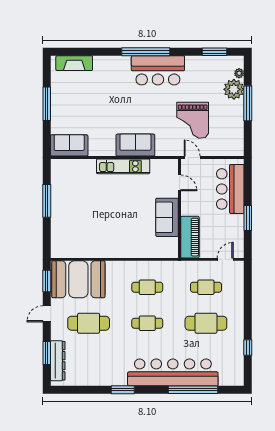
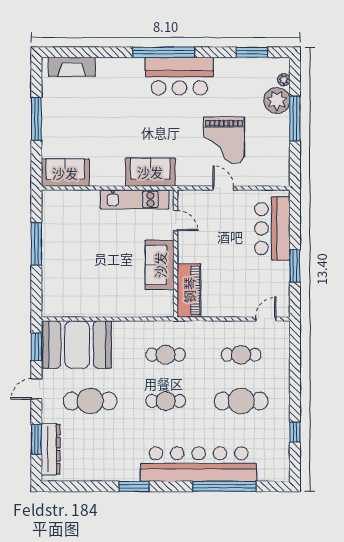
door: (179, 183) -> (176, 221), moved
wall: (179, 208) -> (176, 254), moved
sofa: (167, 217) -> (160, 265), moved
piano: (190, 237) -> (189, 290), moved

